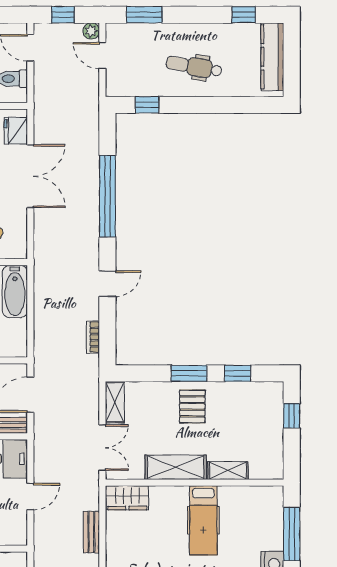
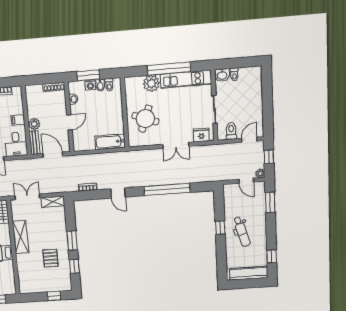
door: (102, 55) -> (246, 181), swing flipped
dental chair: (194, 67) -> (242, 232), turned 153
window: (147, 105) -> (220, 228), moved
double door: (30, 176) -> (176, 145), width x0.73
pallet: (192, 406) -> (51, 258), moved, turned 90
double door: (102, 448) -> (27, 197), swing flipped
shelving: (228, 471) -> (22, 265), removed

